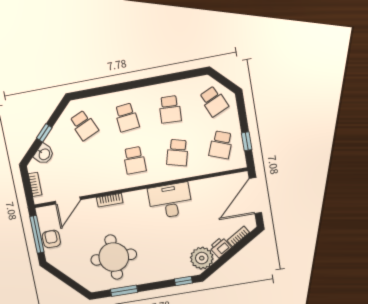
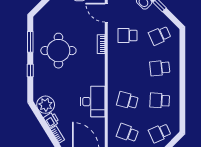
school desk: (135, 160) -> (127, 36), moved
desk: (170, 201) -> (93, 102), moved
round table: (114, 257) -> (58, 51), moved
window: (183, 281) -> (30, 70), moved

